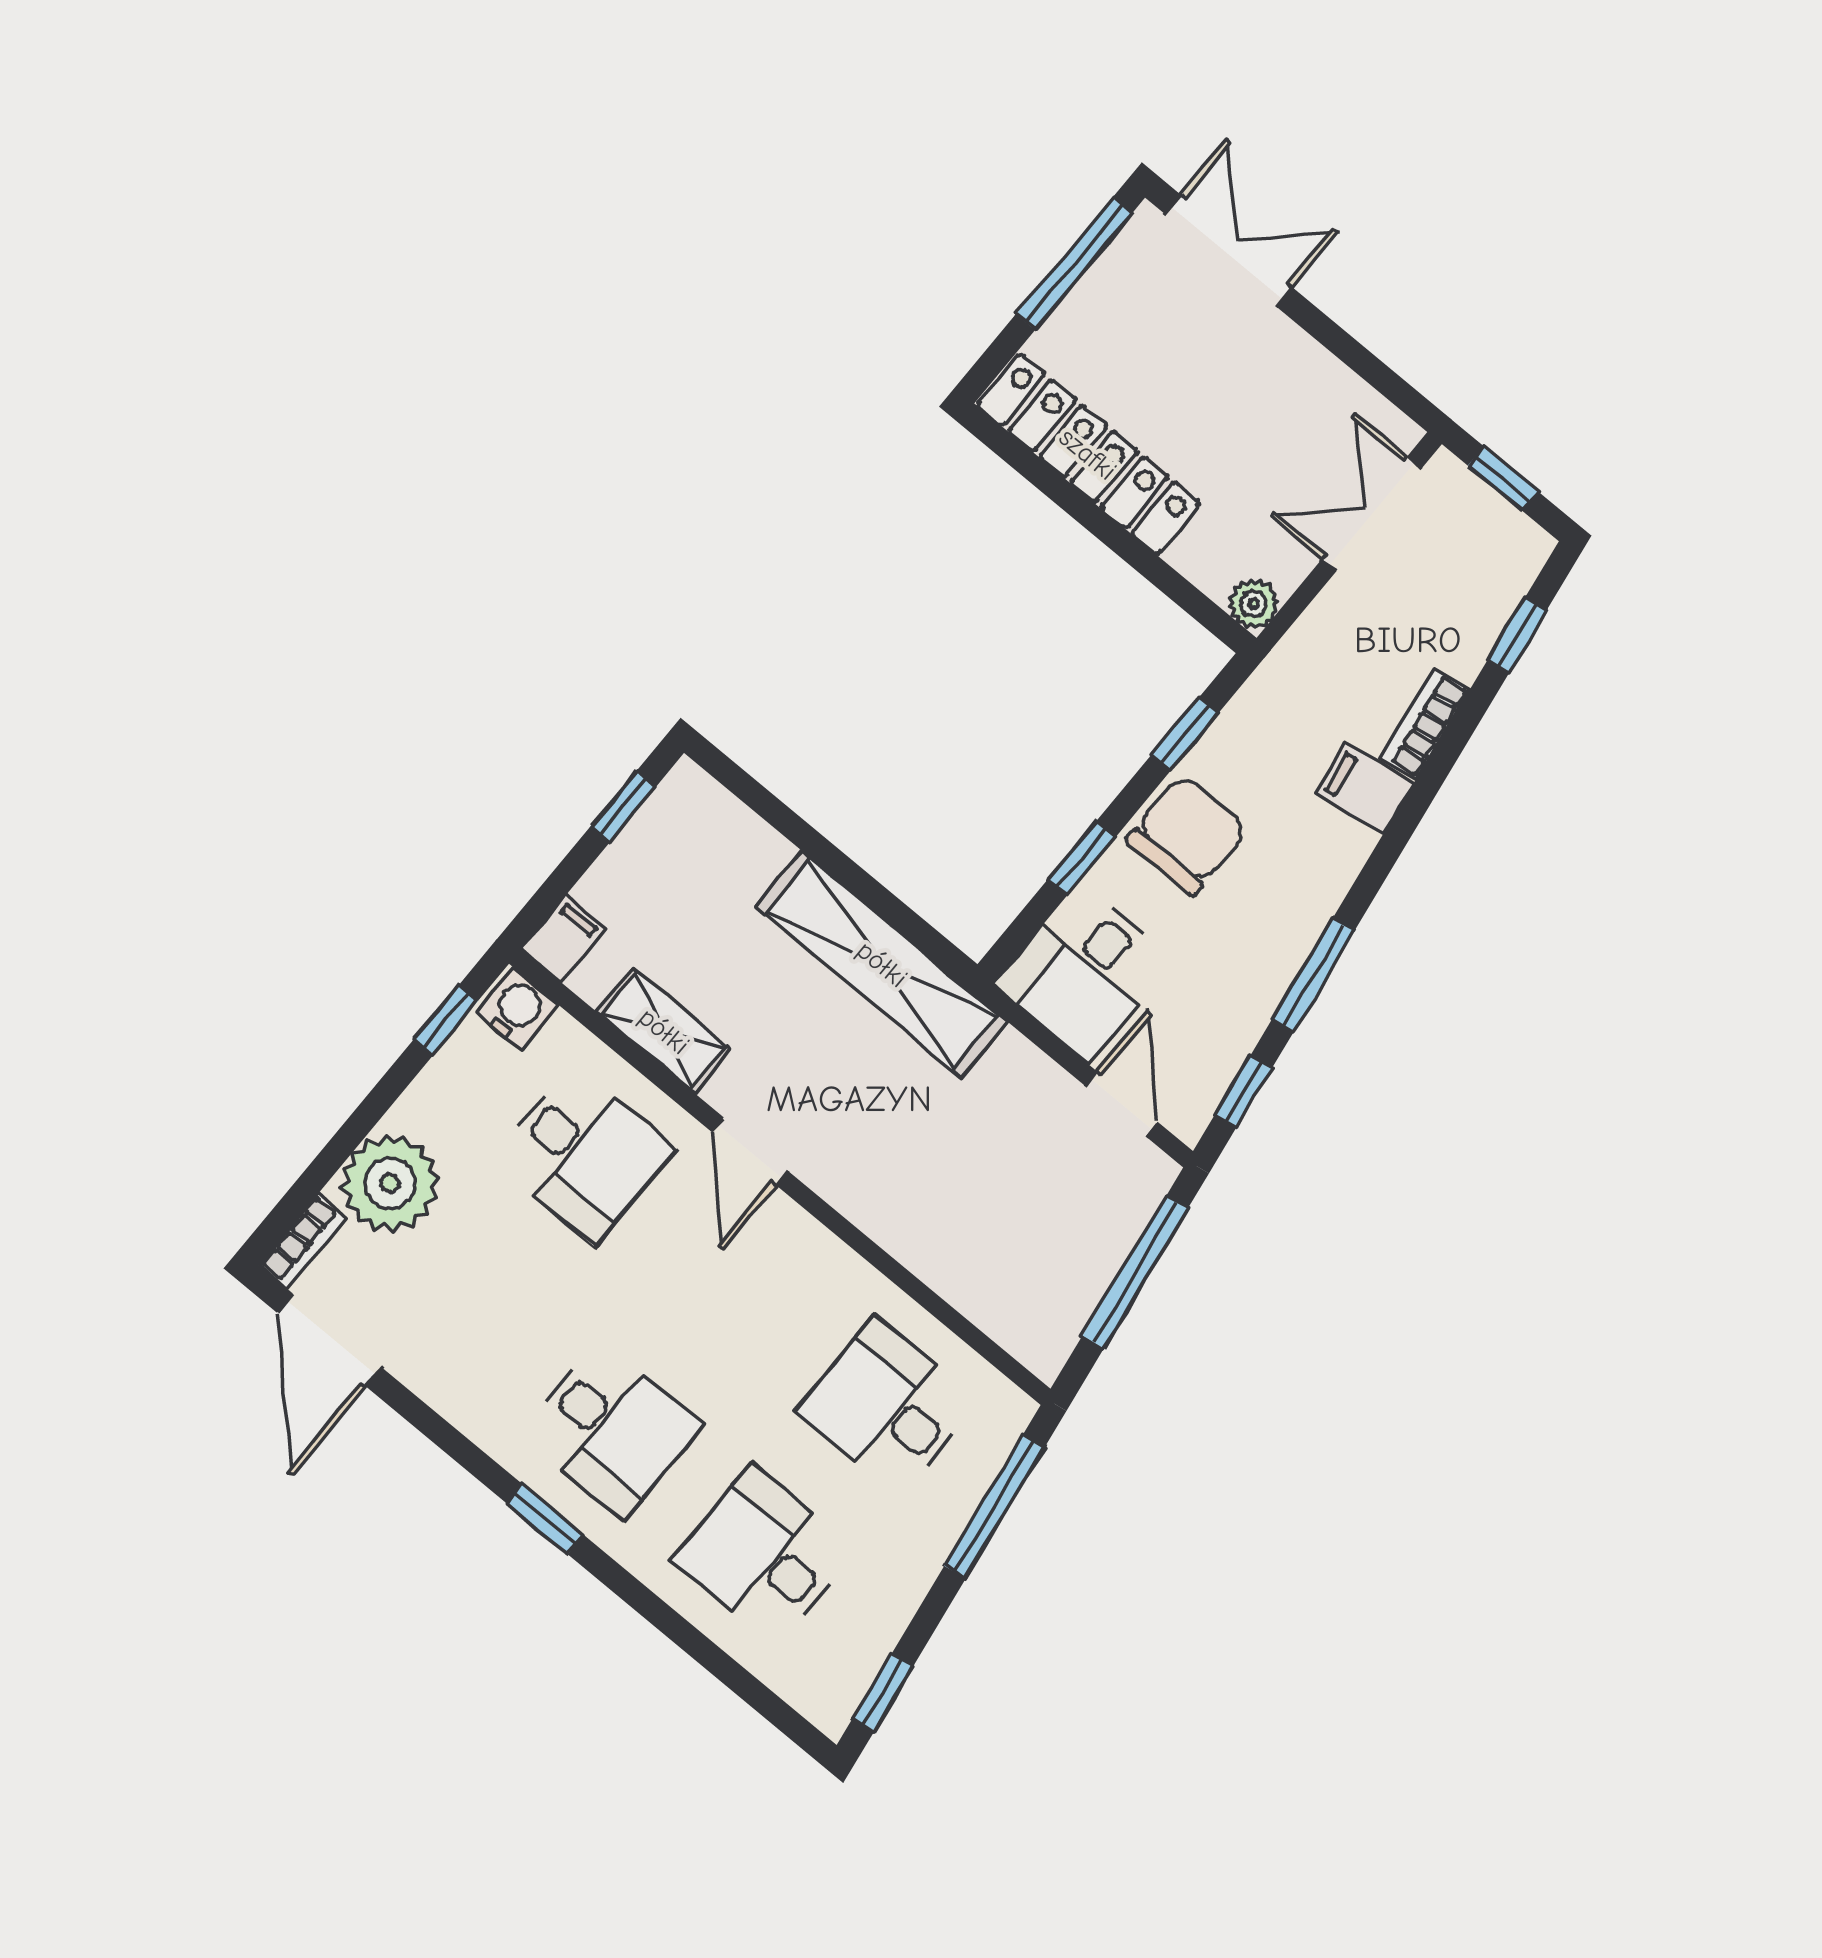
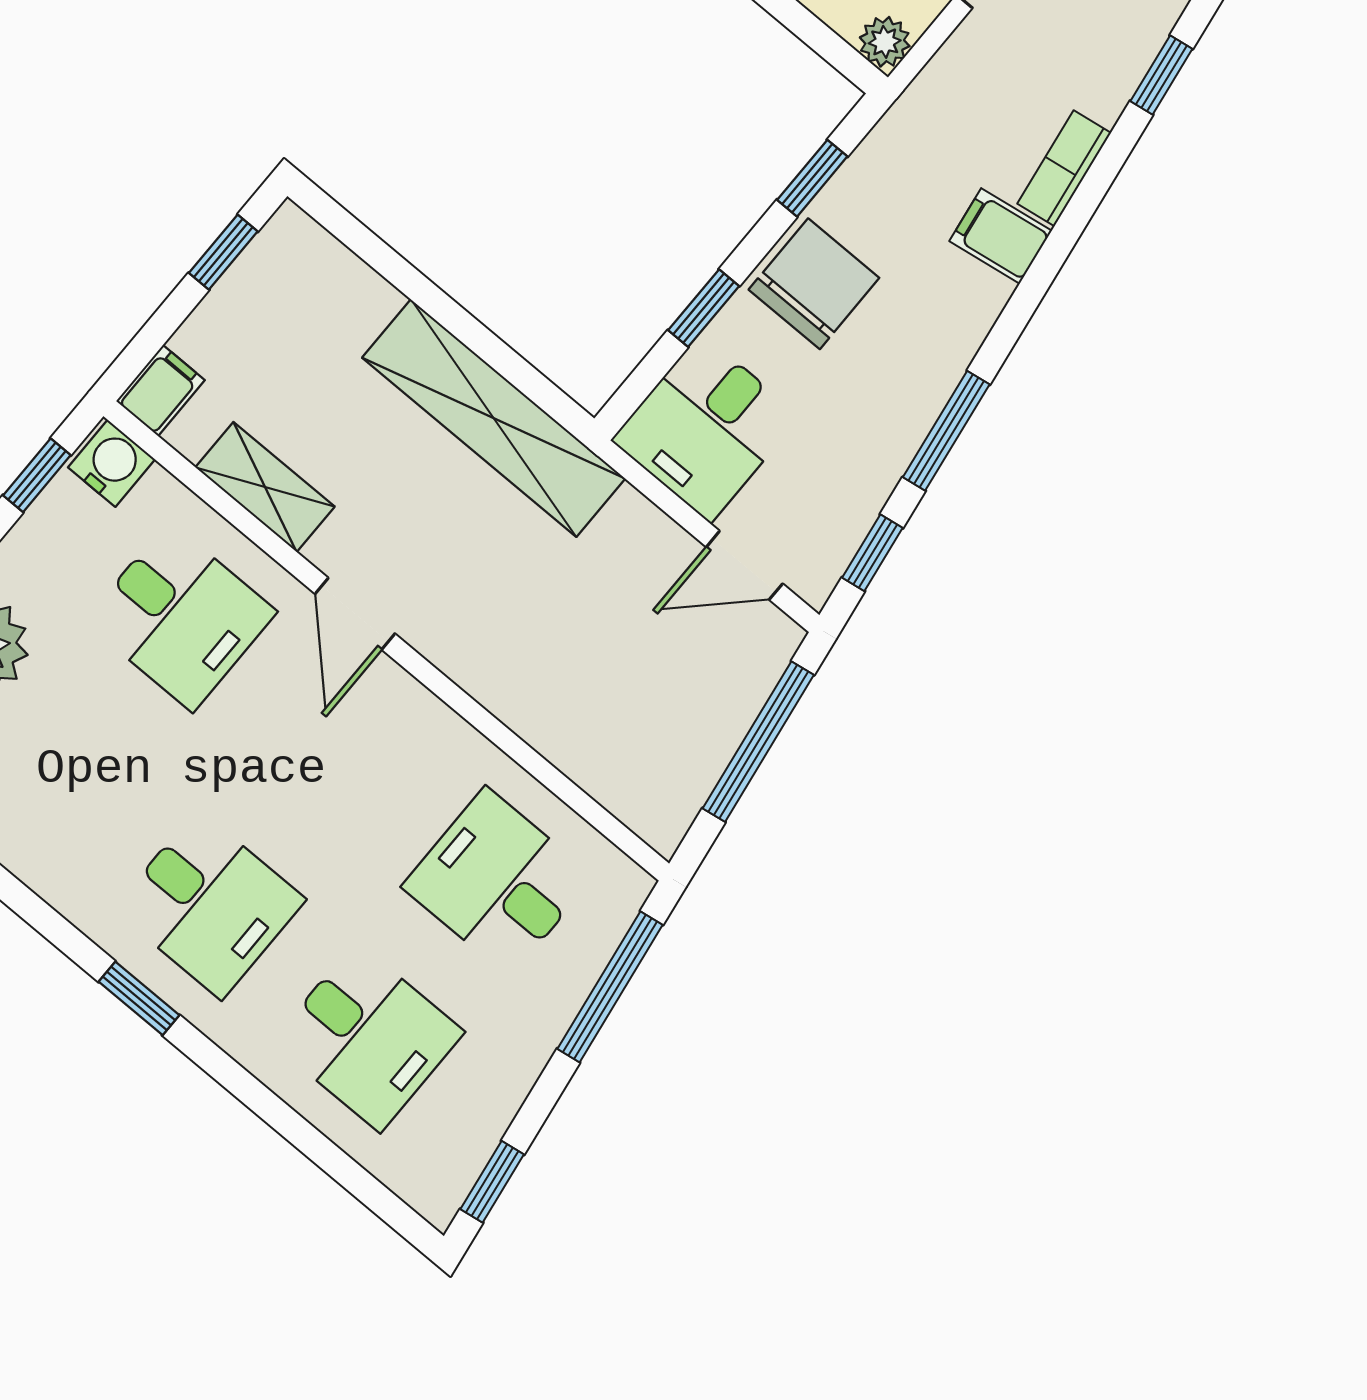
door: (1121, 1104) -> (744, 565), swing flipped
desk: (764, 1555) -> (368, 1037), turned 180

